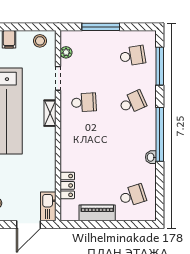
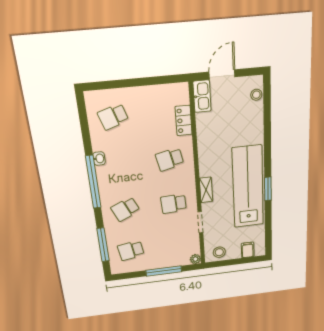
plant: (66, 52) -> (195, 259), moved
school desk: (84, 149) -> (170, 159), added
piano: (97, 213) -> (149, 94), removed

